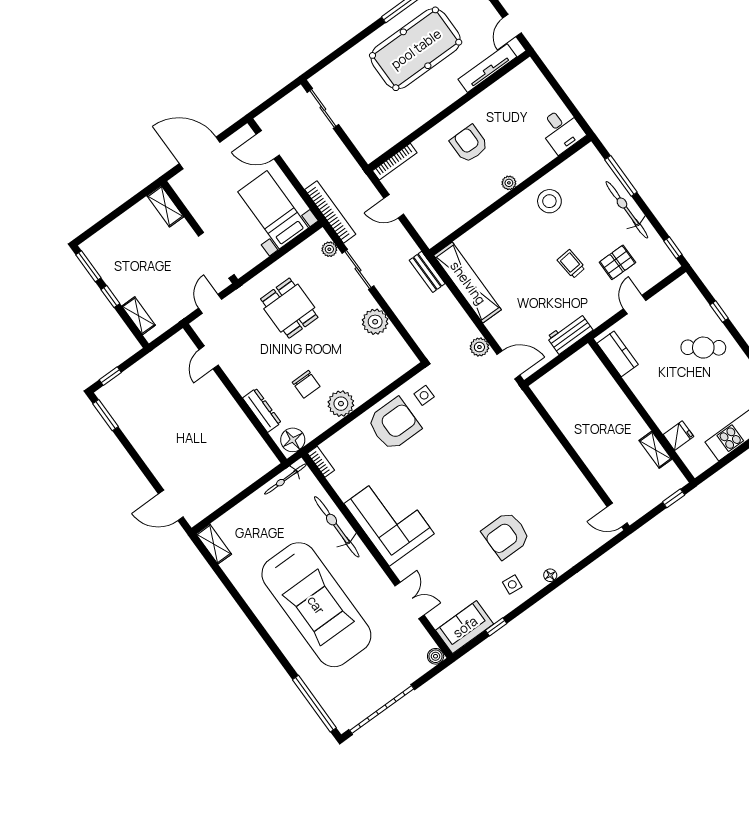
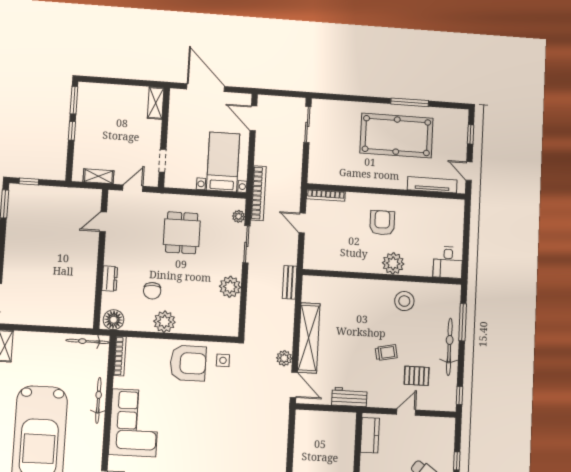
door: (512, 26) -> (469, 171), hinge flipped
plant: (509, 183) -> (393, 263), width x1.88, depth x1.88
doorway: (216, 255) -> (163, 161), width x0.53
trolley: (571, 264) -> (386, 353), turned 84
shelving: (468, 283) -> (309, 338), moved
shelving: (139, 316) -> (98, 176), moved, turned 90
dresser: (262, 410) -> (110, 279), width x0.70
bookcase: (321, 462) -> (120, 356), width x1.56
bicycle: (337, 527) -> (98, 400), width x0.73, depth x0.71

